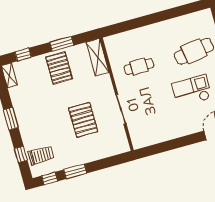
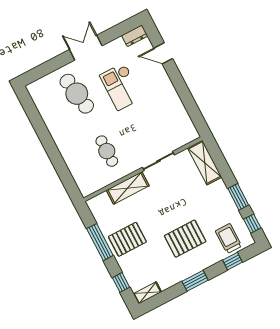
window: (62, 44) -> (100, 242), width x1.44
shelving: (98, 57) -> (128, 188), moved
pallet: (83, 120) -> (185, 239), moved
shelving: (111, 149) -> (205, 163), added

